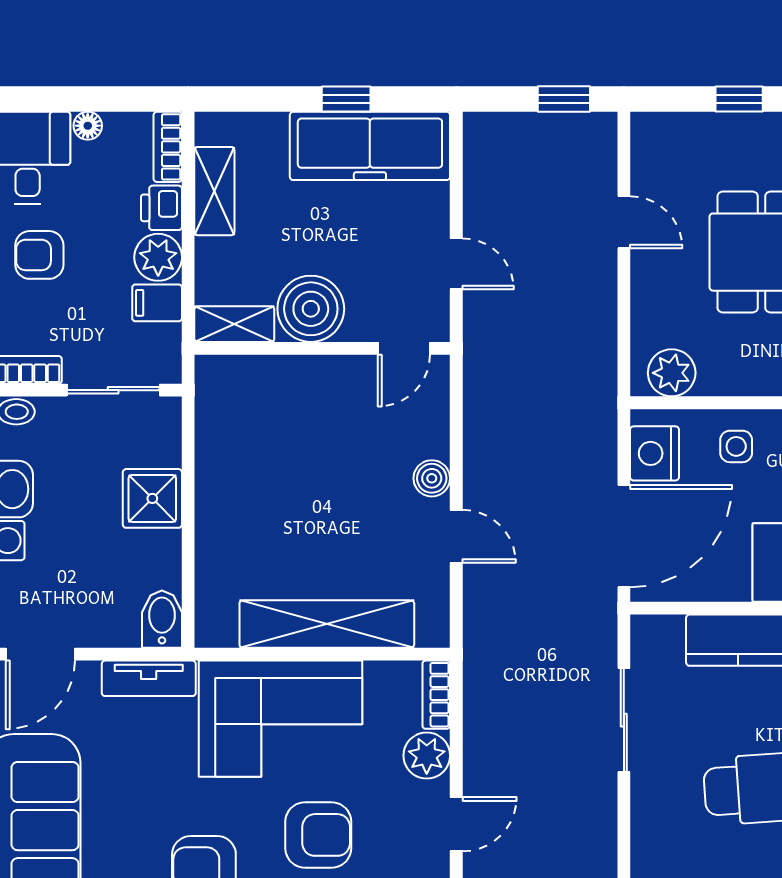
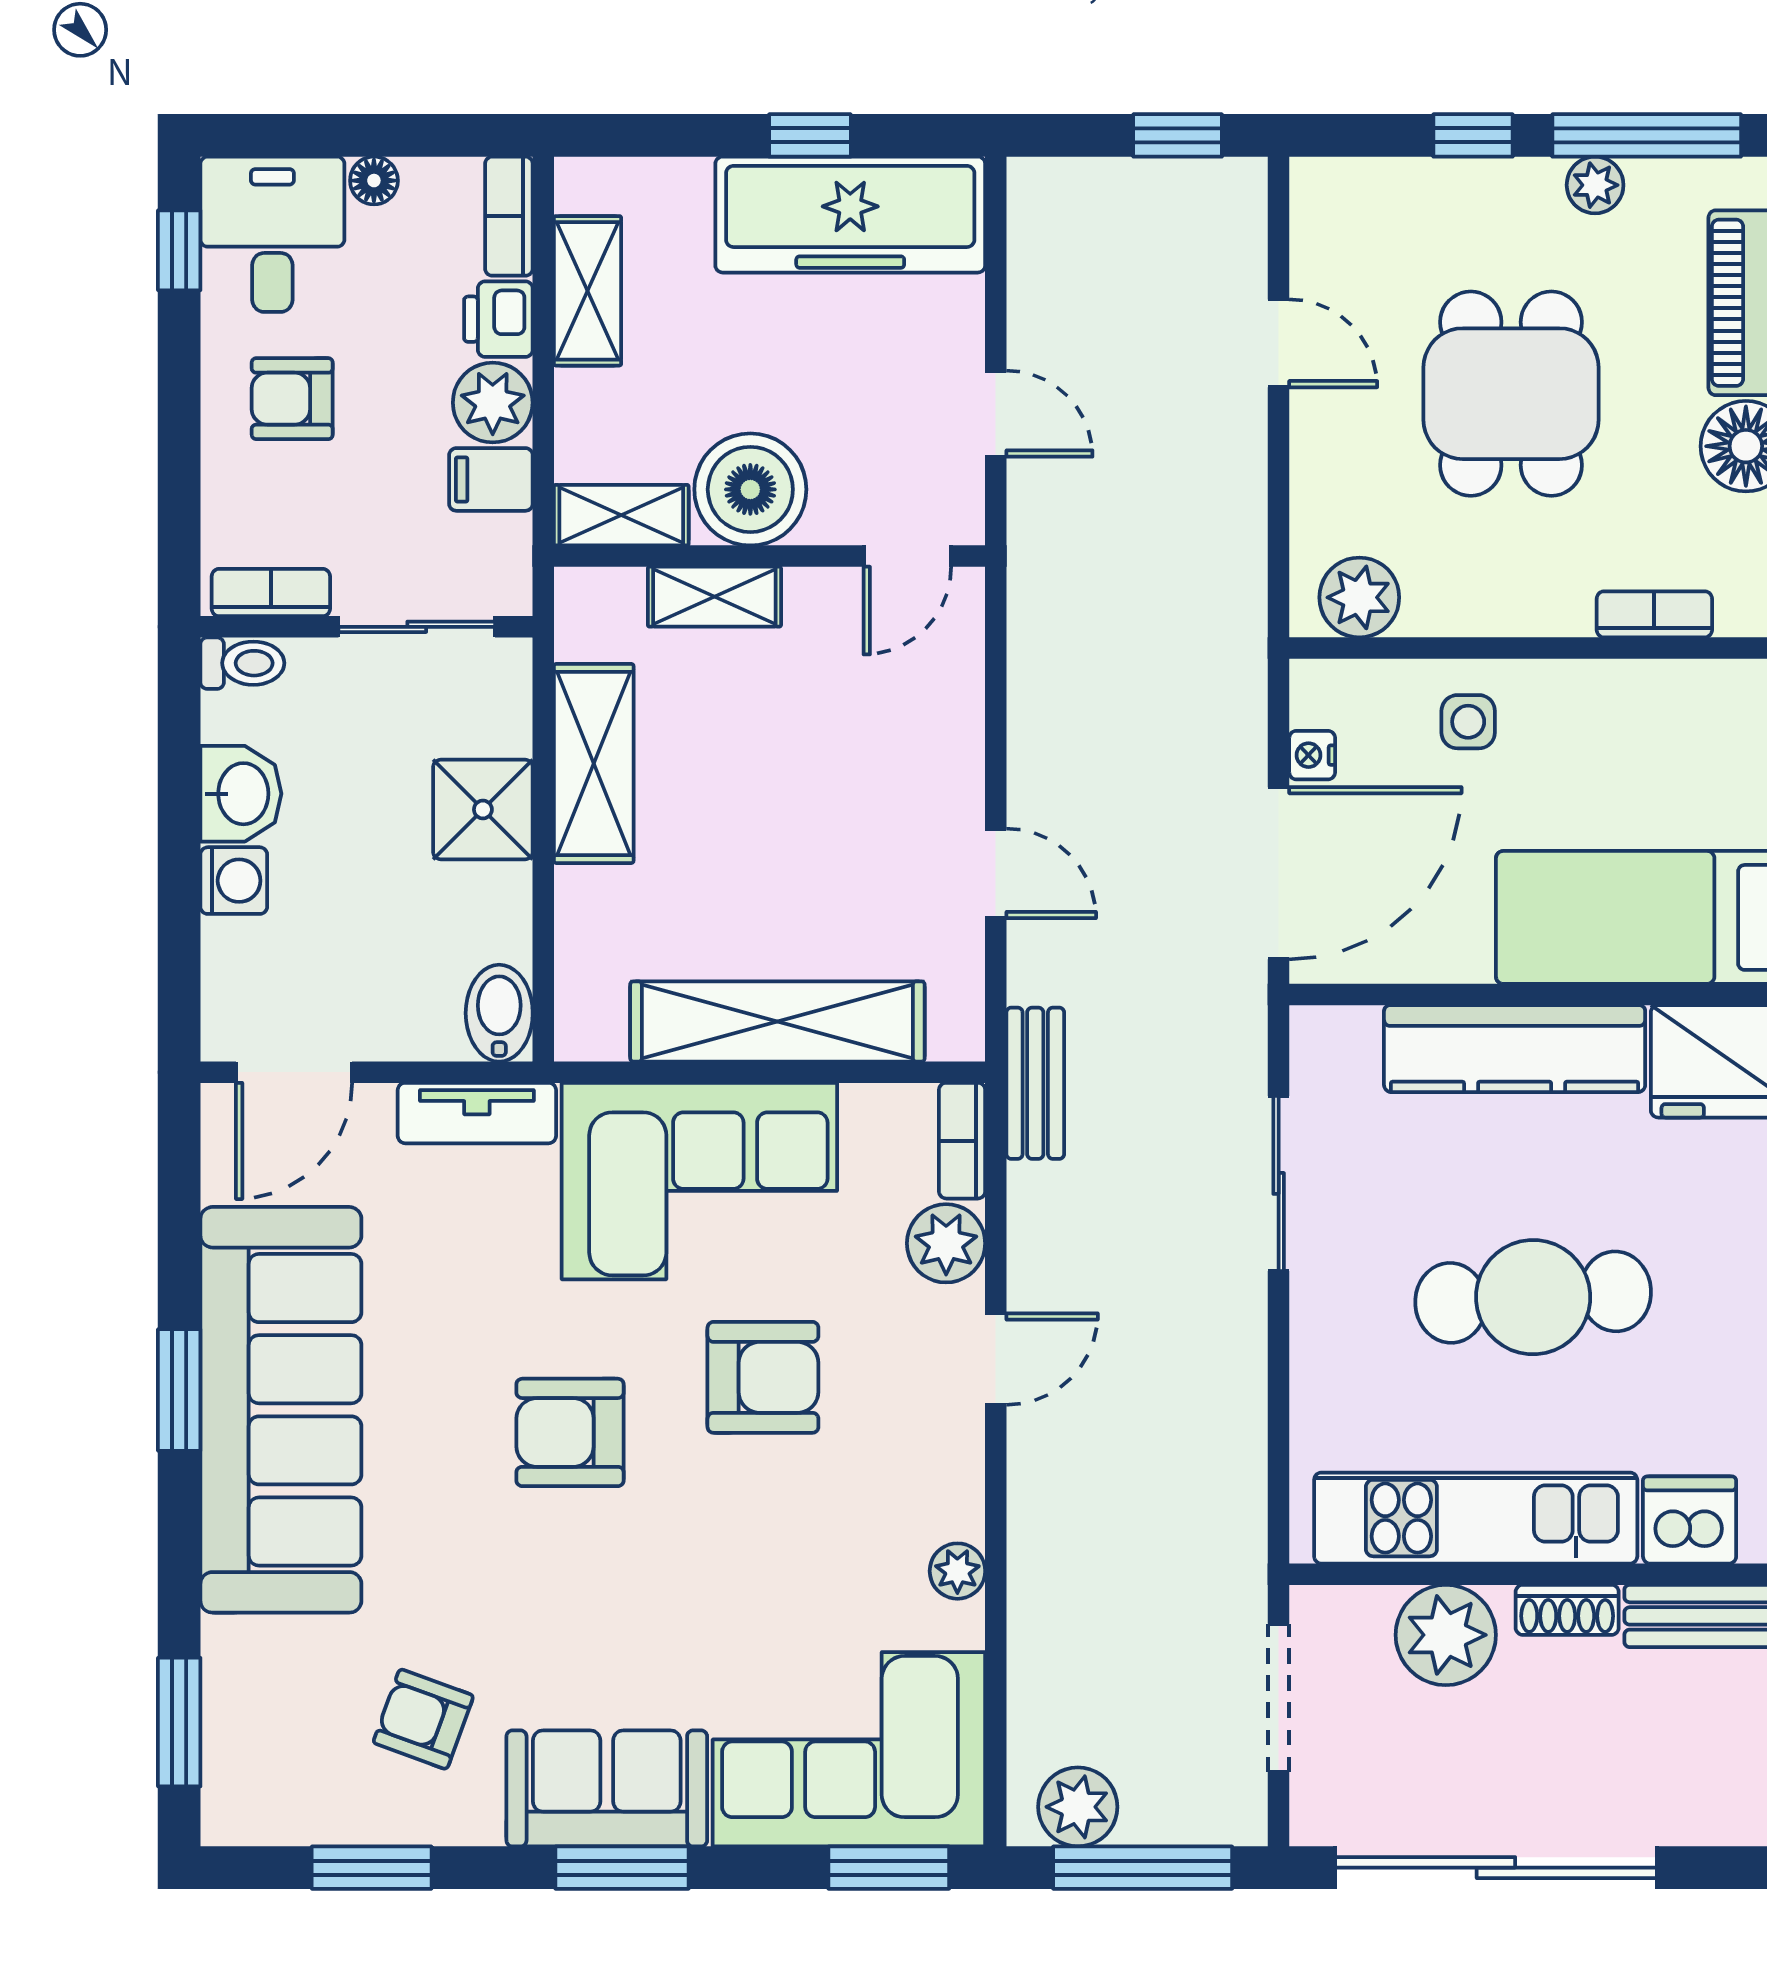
shelving: (290, 372) -> (714, 597), added
nightstand: (655, 453) -> (1312, 755), width x0.53, depth x0.56
shelving: (218, 471) -> (594, 763), added
boiler: (432, 478) -> (954, 776), removed
bench: (480, 661) -> (1035, 1083), added

